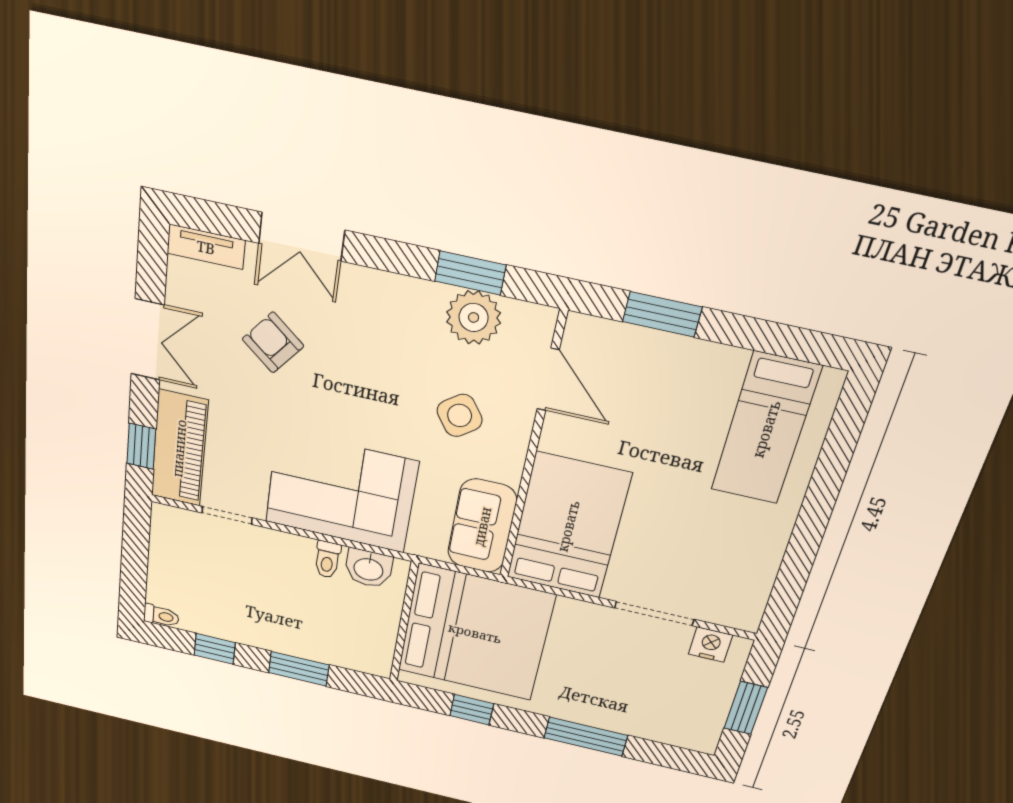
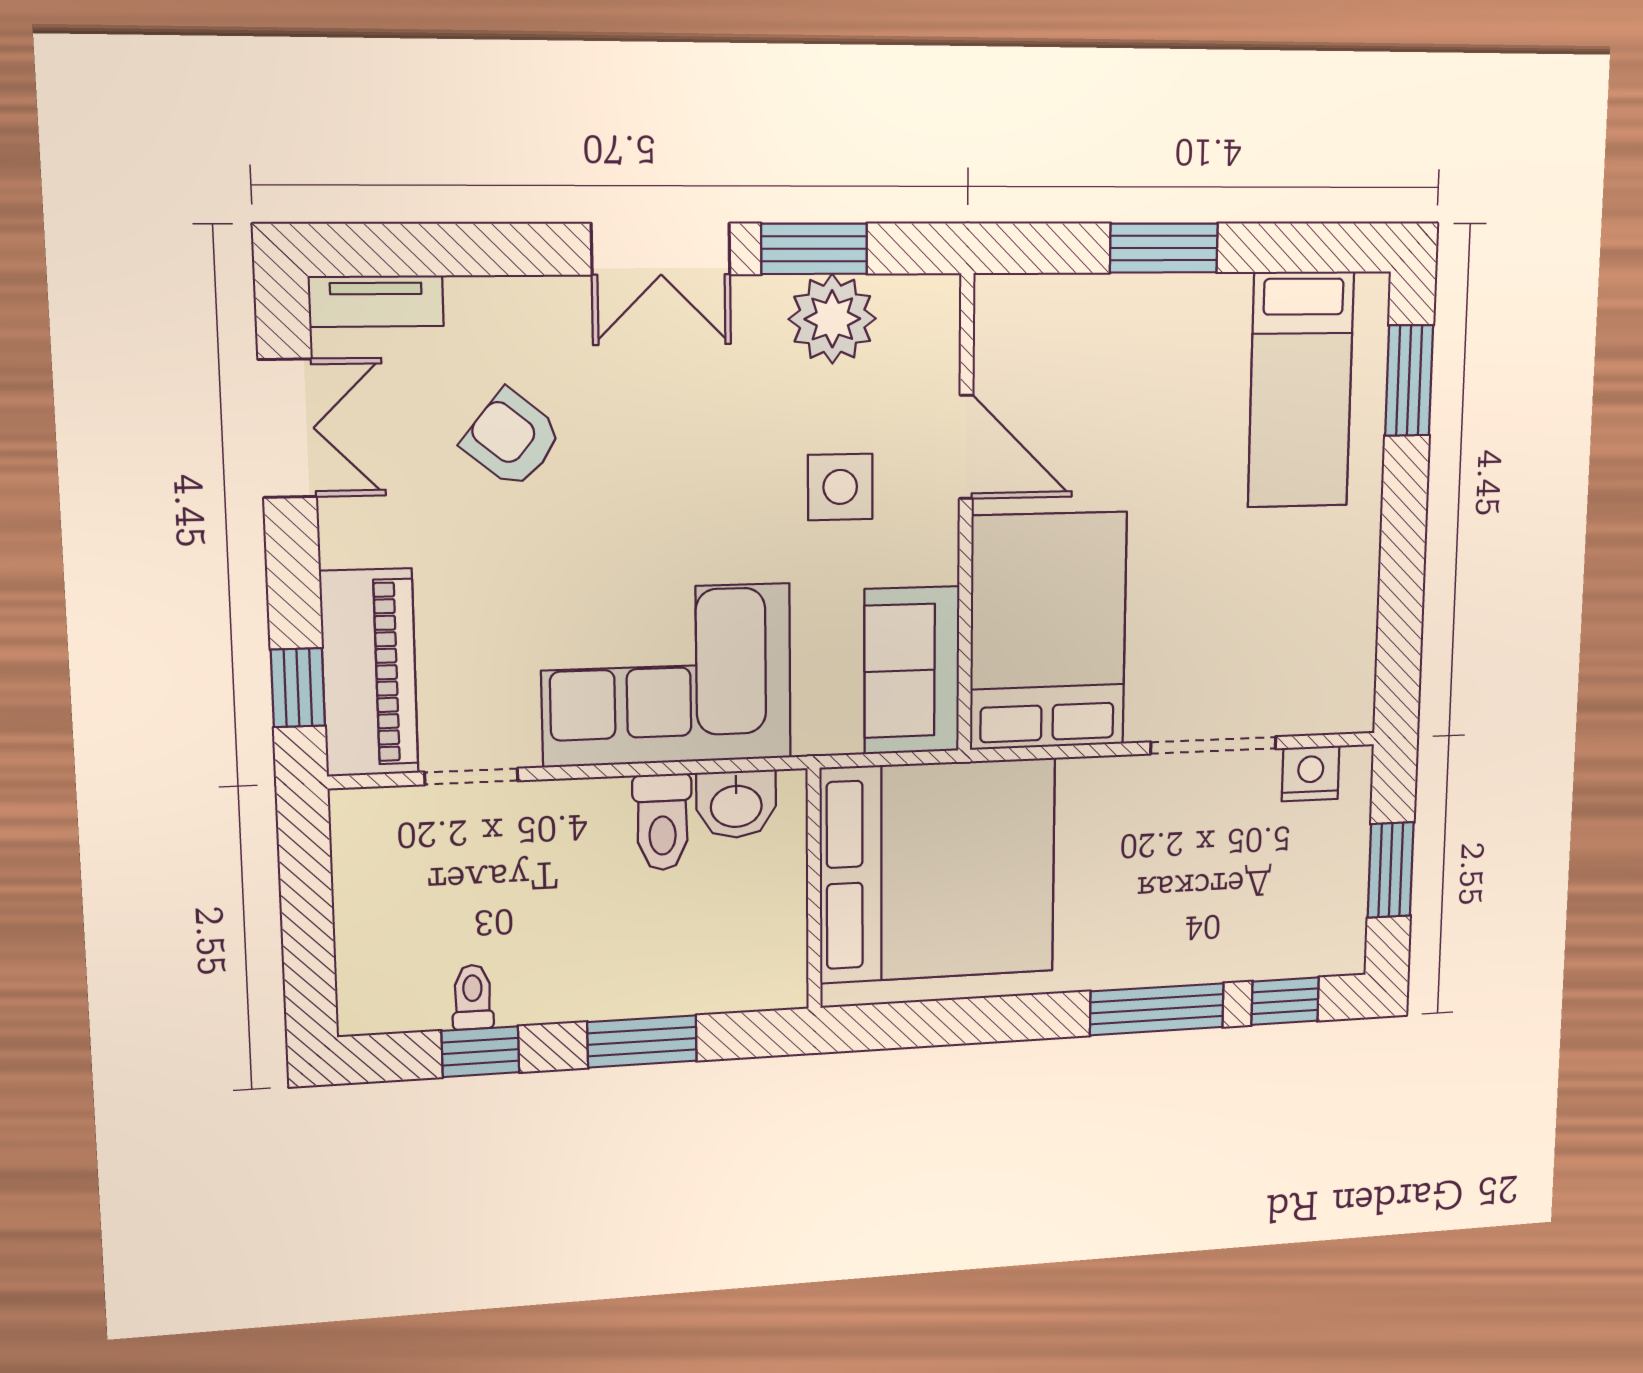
double door: (302, 237) -> (661, 249), moved
window: (662, 314) -> (1164, 248), moved
double door: (147, 340) -> (287, 428), moved
door: (548, 380) -> (966, 447), moved
side table: (460, 415) -> (840, 487), turned 36
window: (841, 440) -> (1409, 380), added
toilet: (327, 560) -> (662, 822), width x1.37, depth x1.39
toilet: (161, 616) -> (473, 997), moved, turned -90
window: (472, 710) -> (1285, 1001), moved

